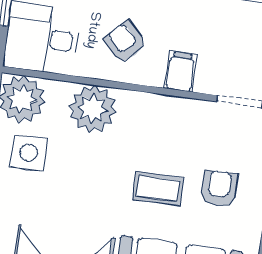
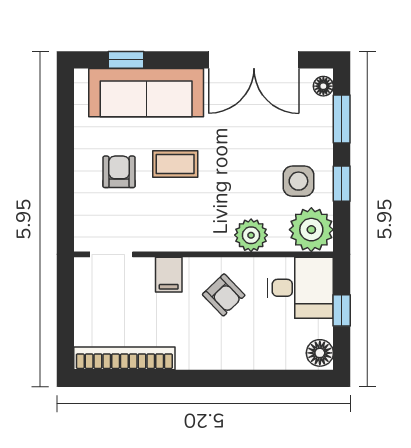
plant: (93, 109) -> (251, 235), width x0.73, depth x0.73
armchair: (219, 189) -> (119, 172), turned 180

